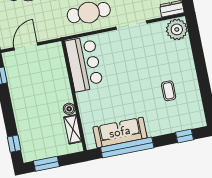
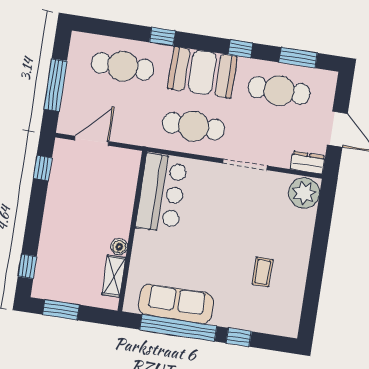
window: (185, 136) -> (239, 337), moved

